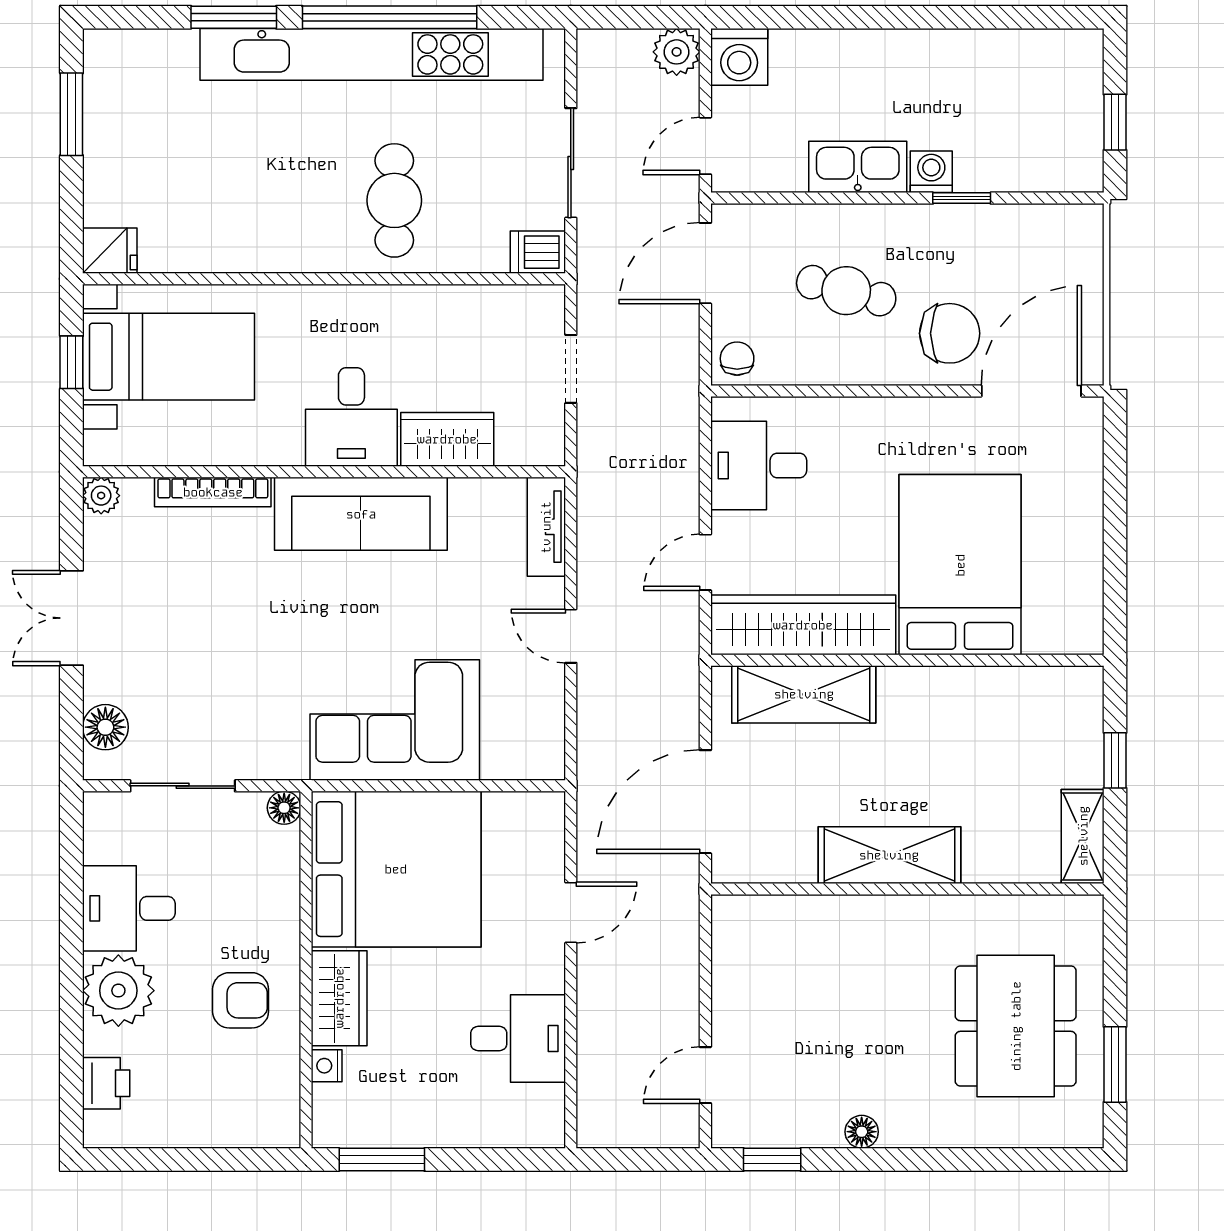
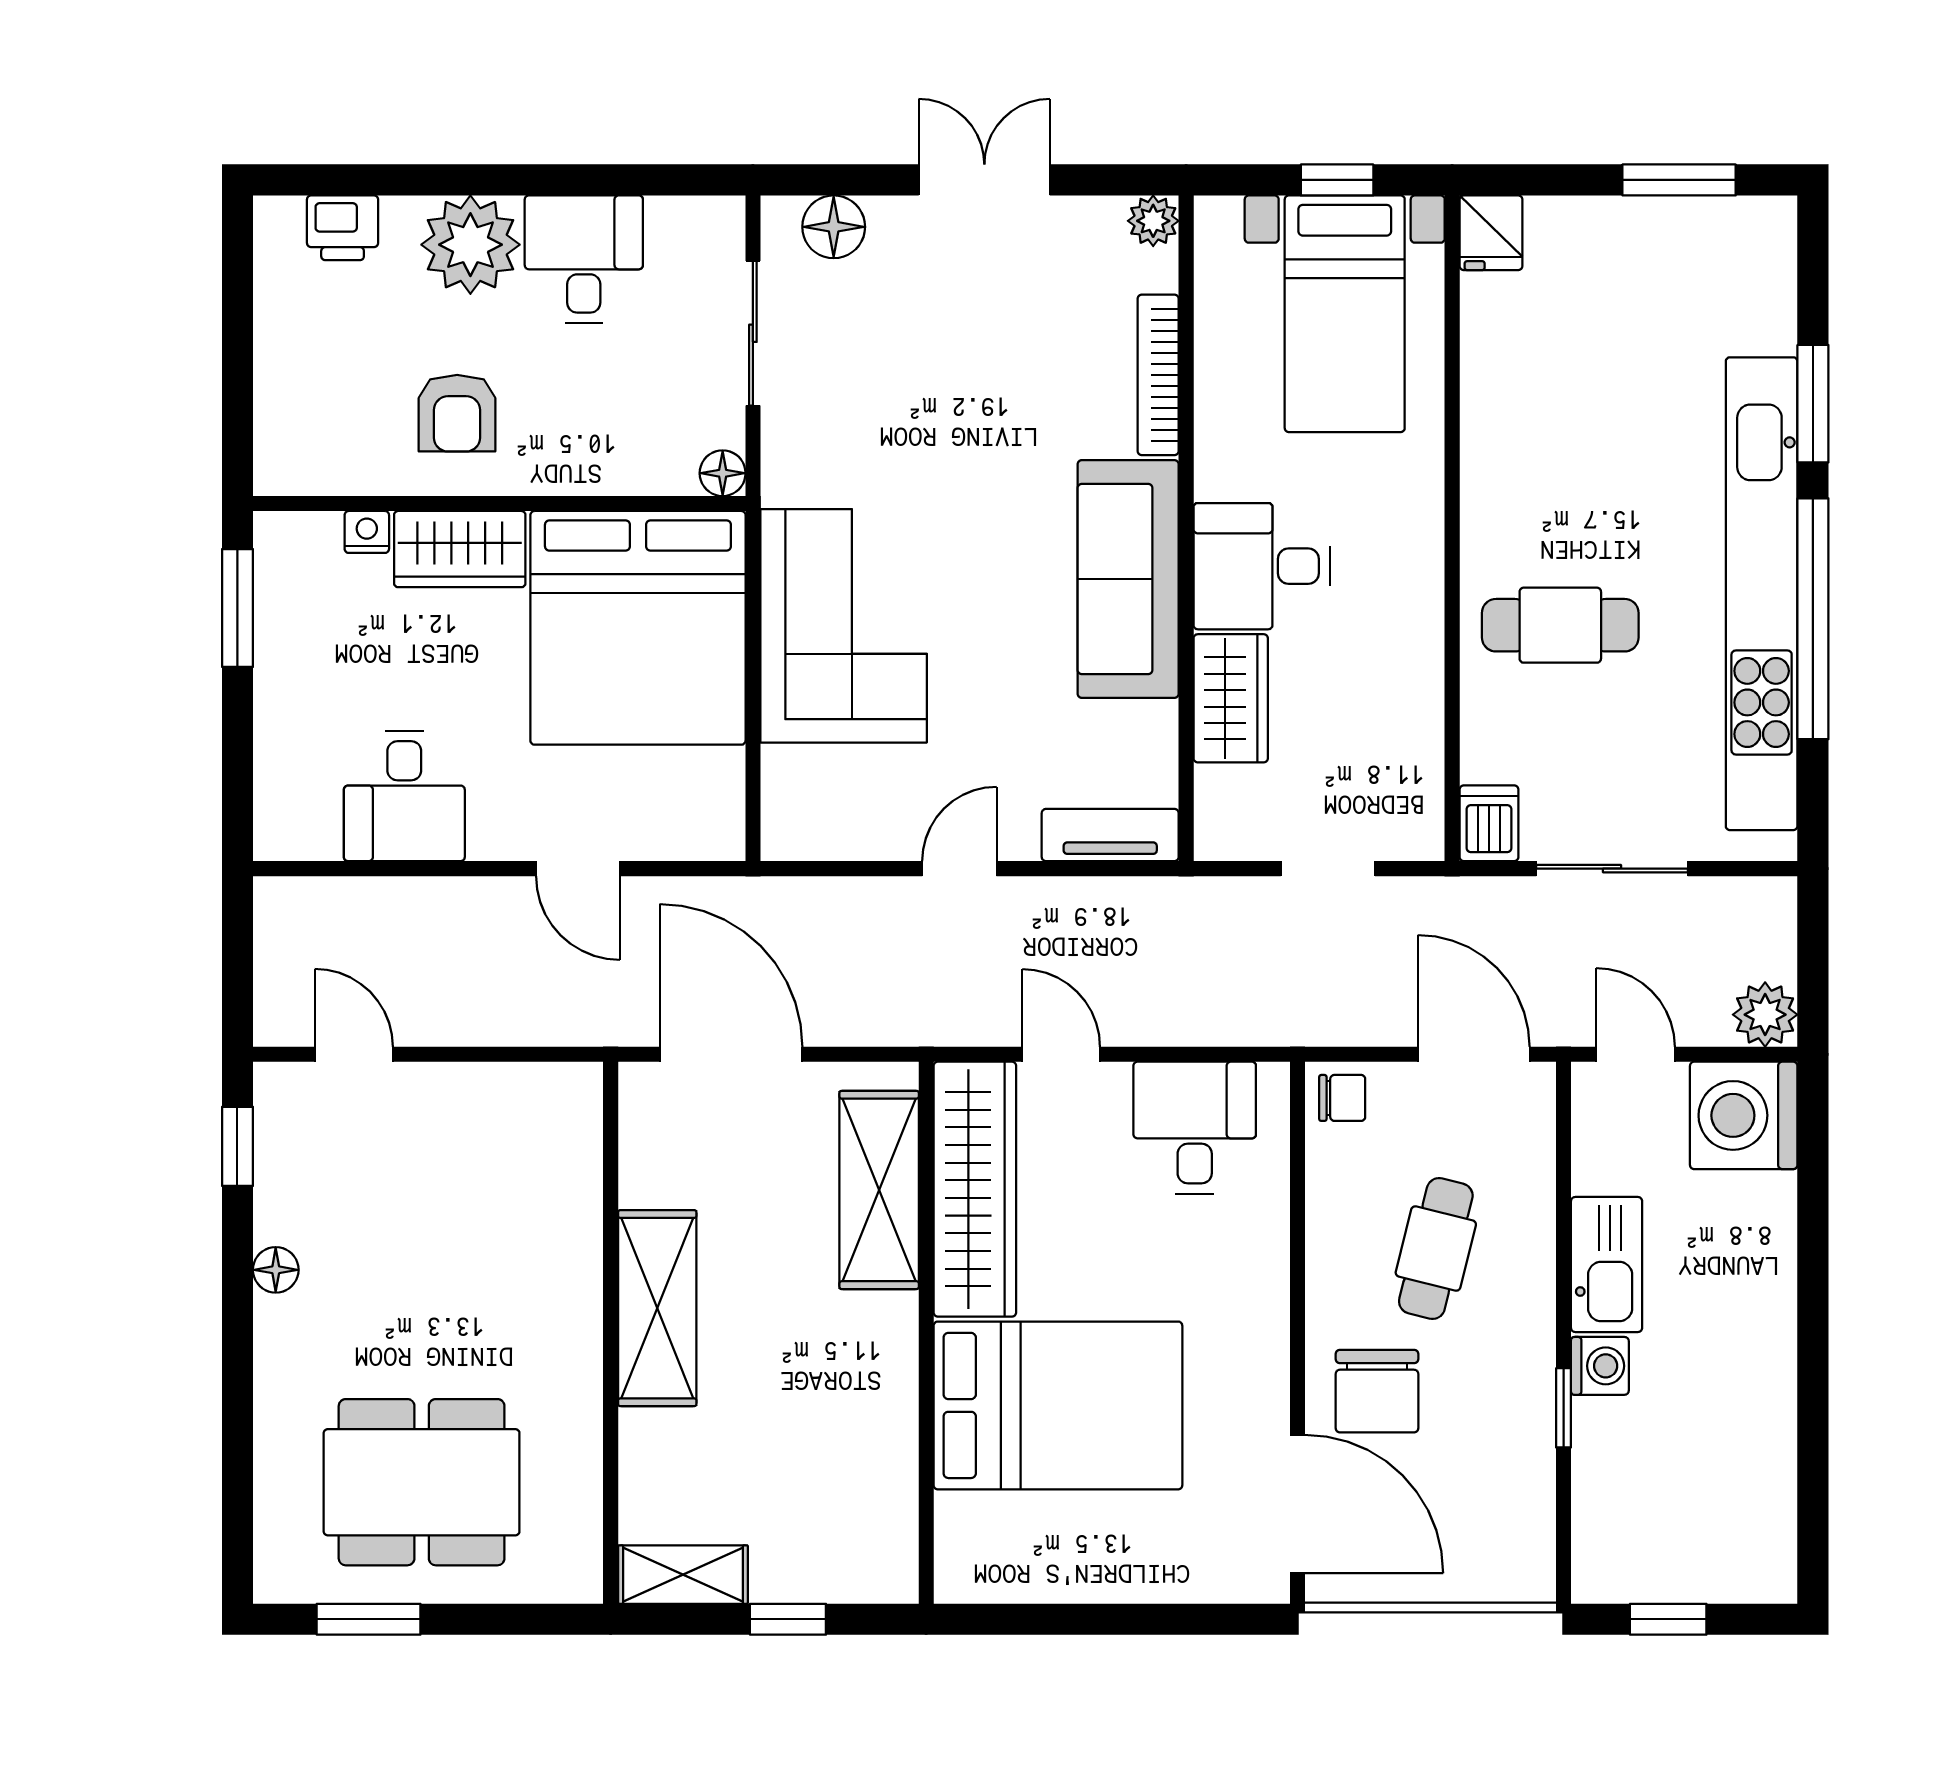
washing machine: (739, 57) -> (1744, 1115), width x1.37, depth x1.37

